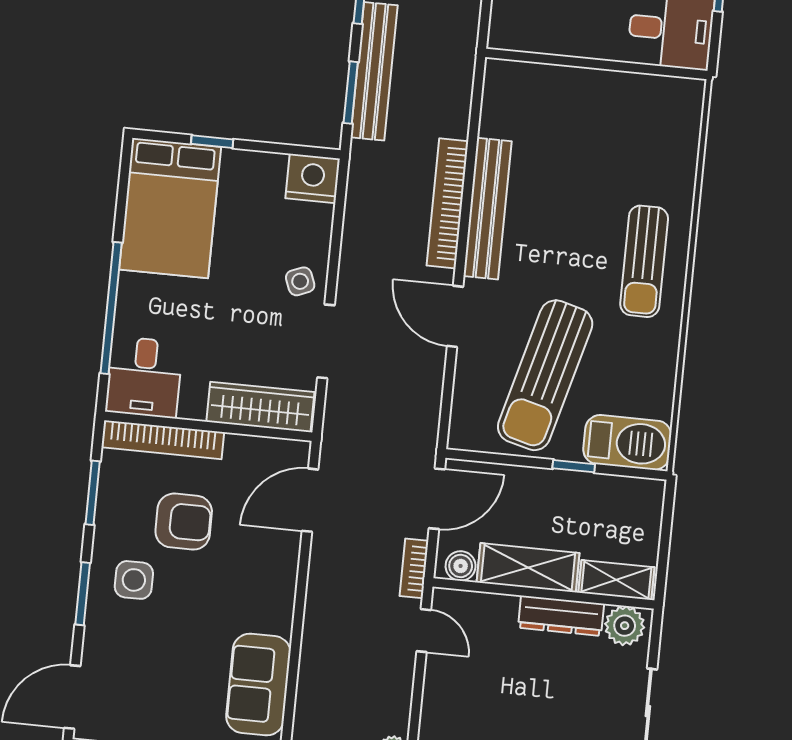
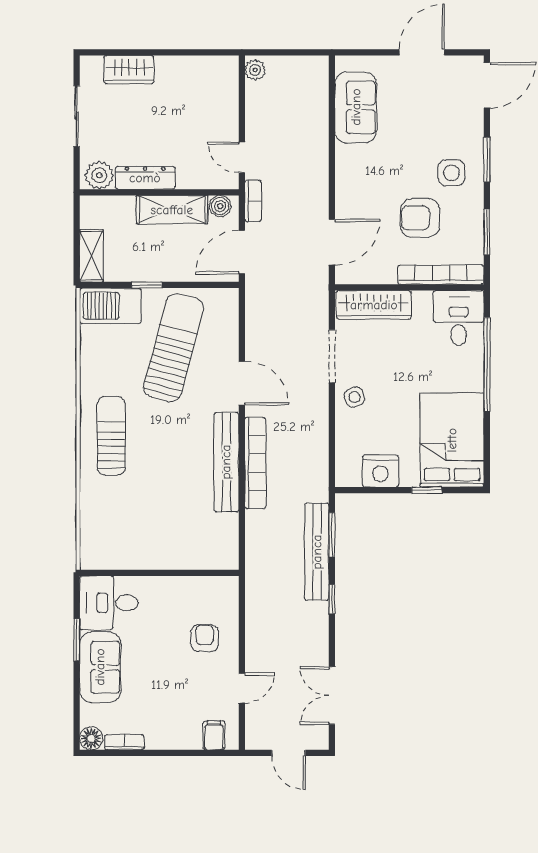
nightstand: (313, 179) -> (380, 471), moved
shelving: (616, 580) -> (91, 256), moved, turned 90

